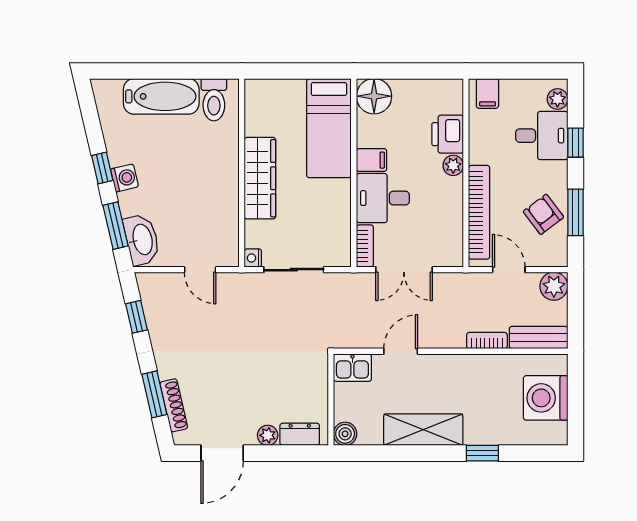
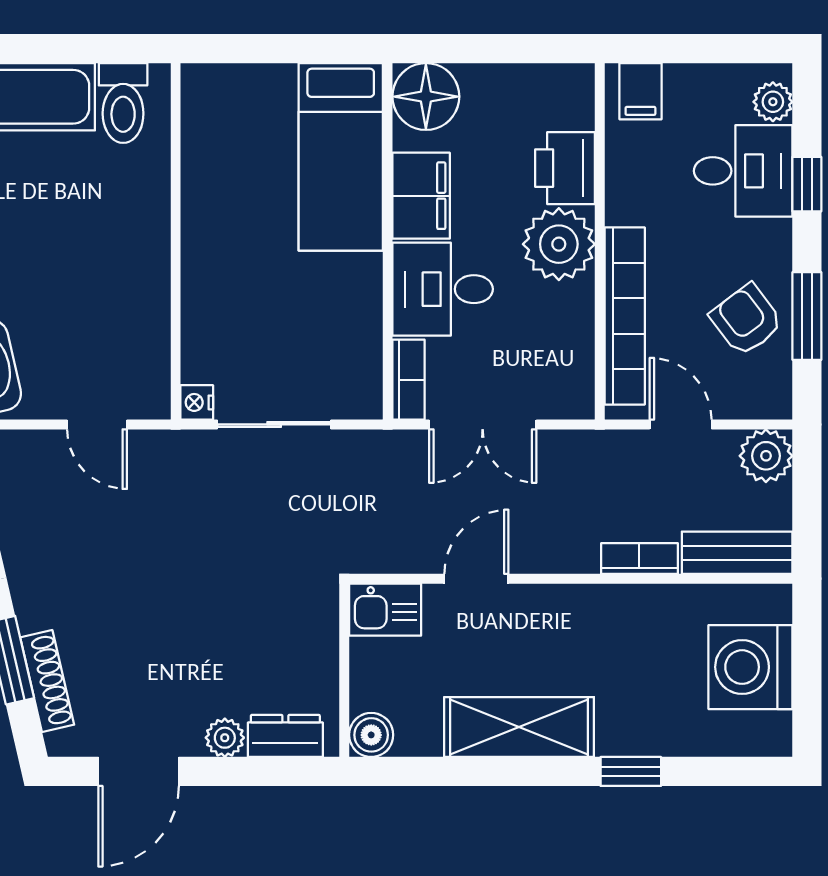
filing cabinet: (372, 160) -> (421, 196), width x2.00
plant: (453, 165) -> (559, 244), width x1.88, depth x1.88
wardrobe: (260, 178) -> (210, 252), removed

